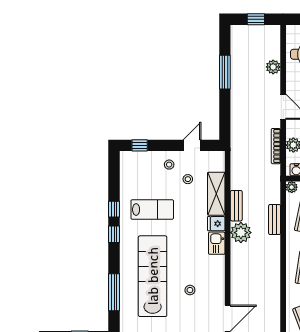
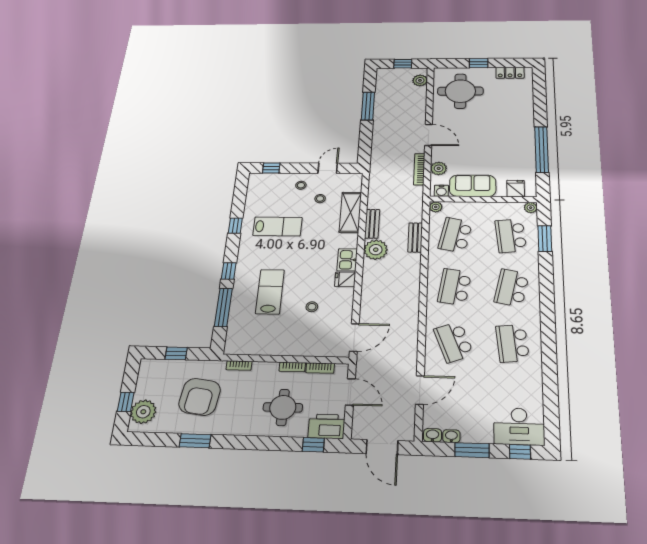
plant: (273, 67) -> (420, 80), moved
fridge: (216, 224) -> (345, 279), moved
window: (114, 234) -> (229, 271), moved
lab bench: (153, 276) -> (270, 292), width x0.54, depth x0.72

